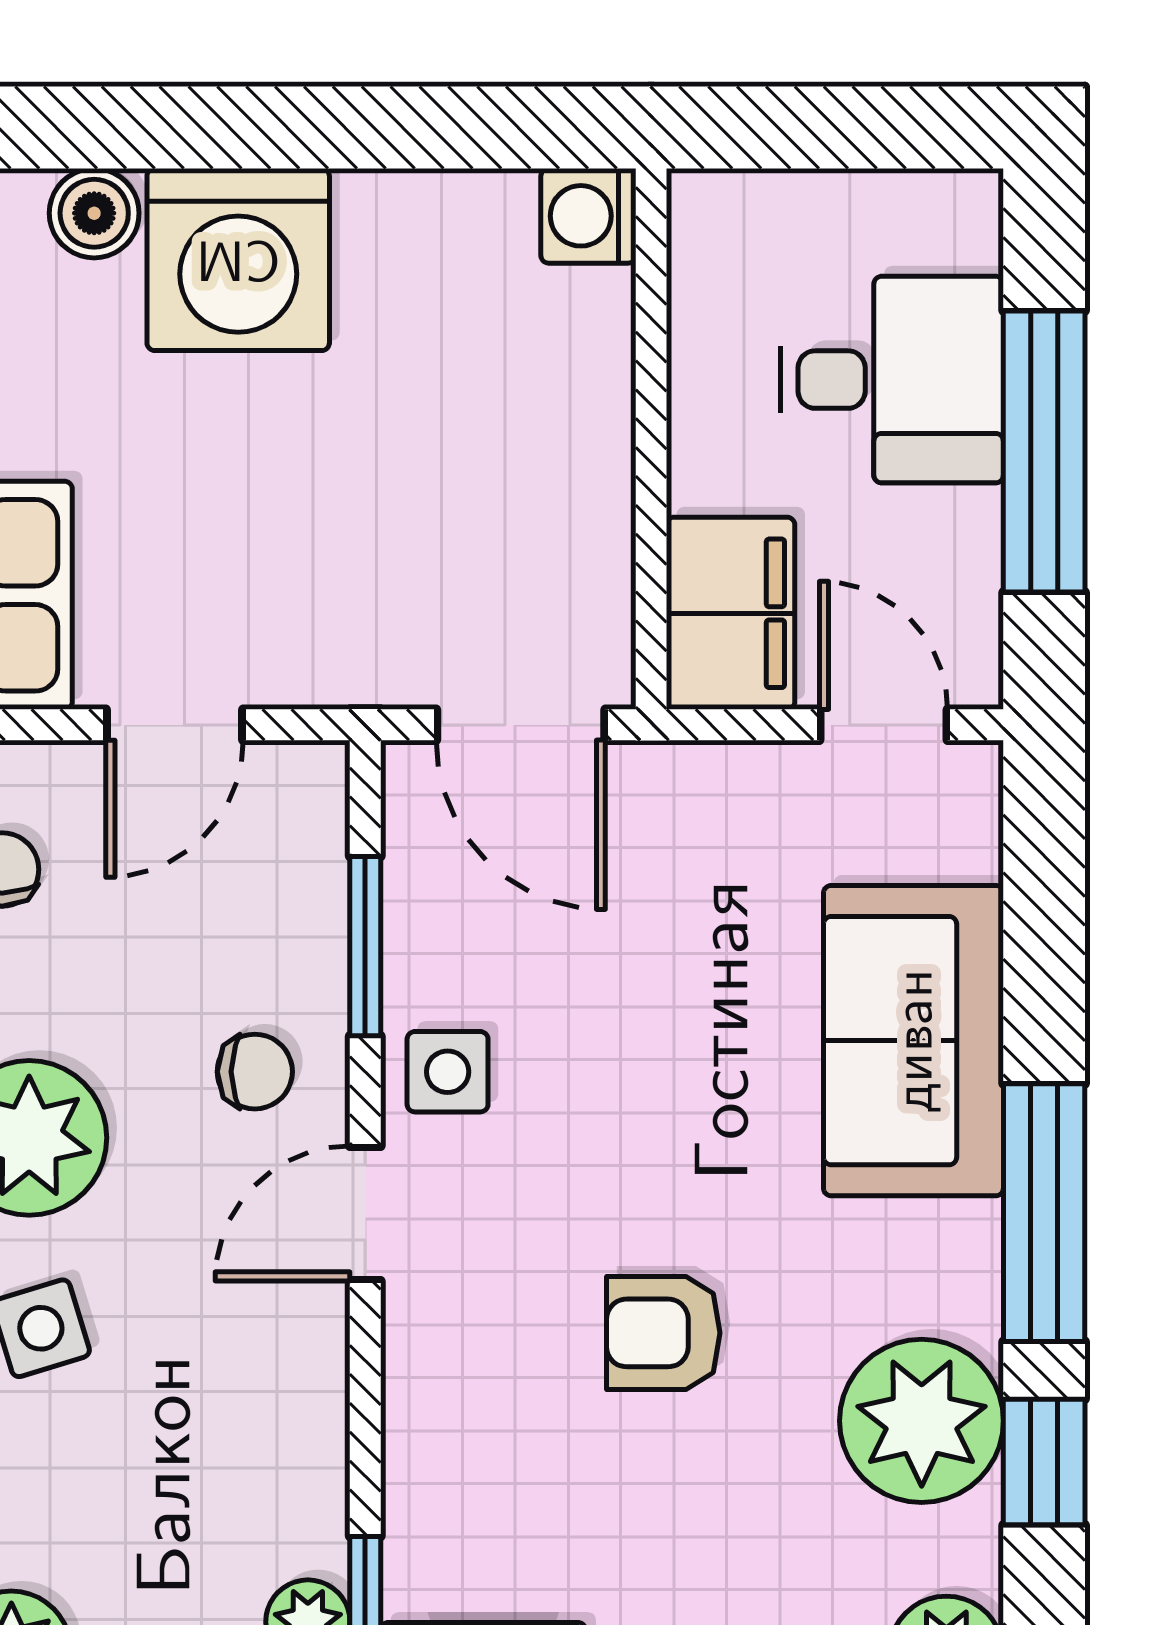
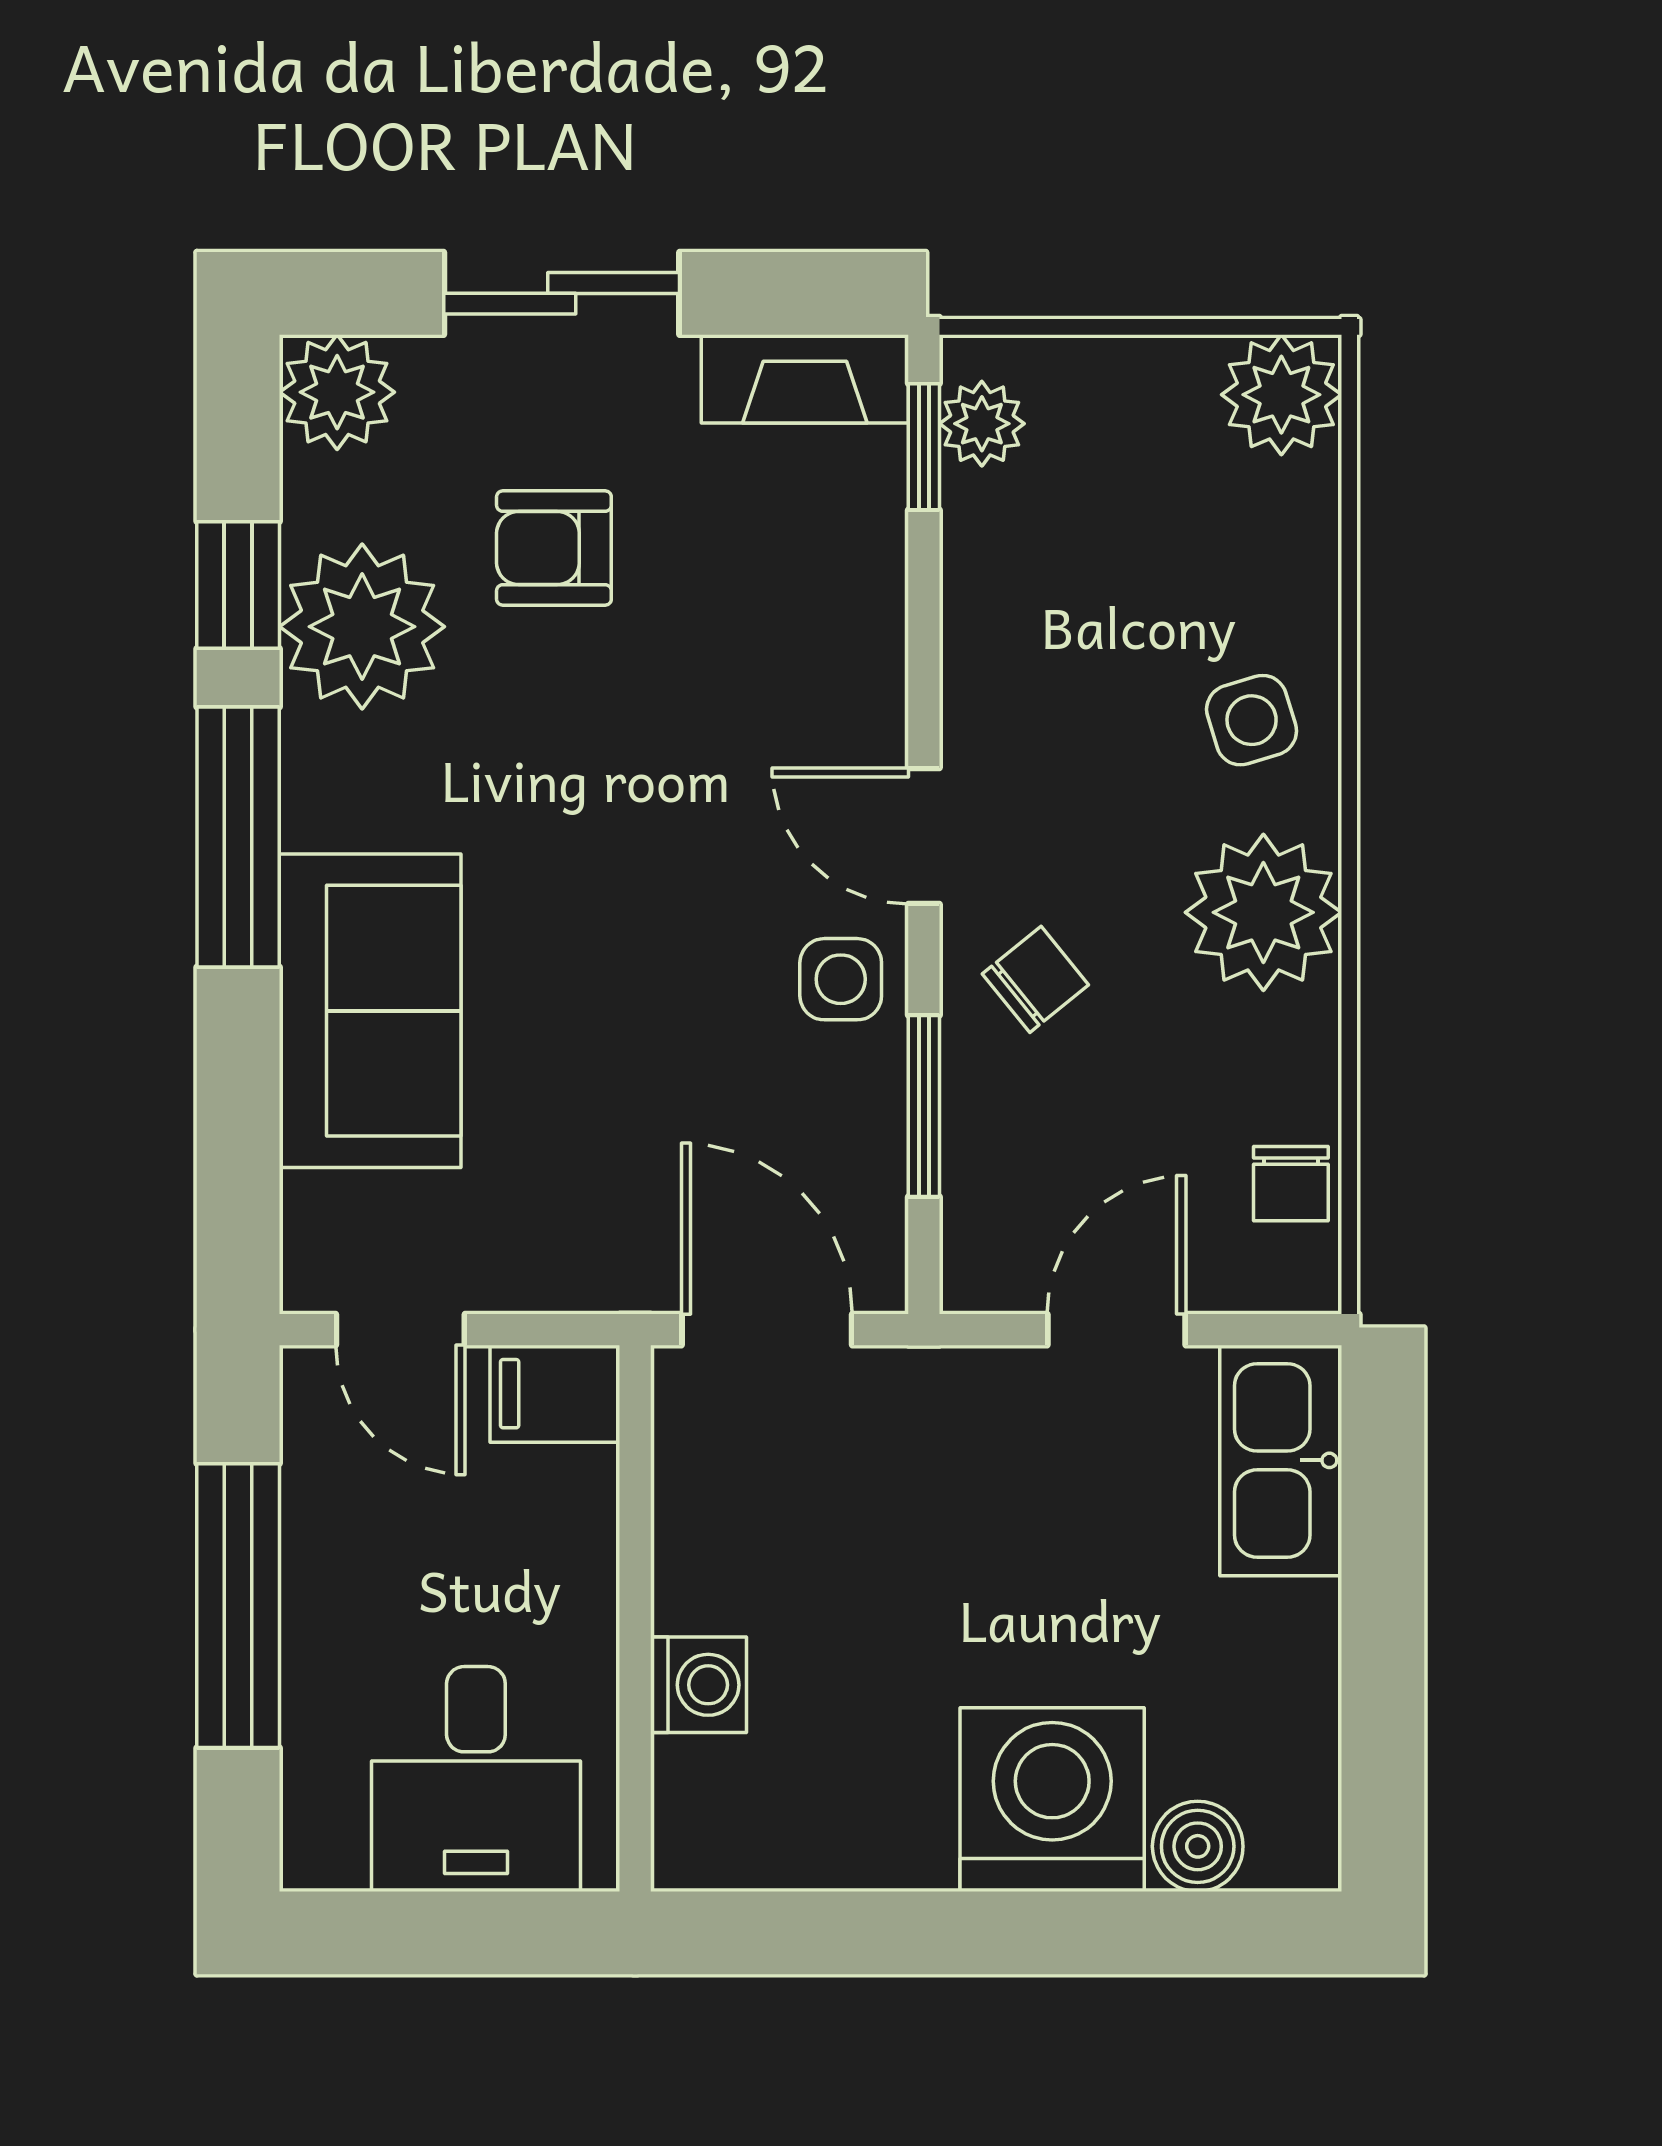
washing machine: (588, 216) -> (699, 1685), moved
desk: (892, 380) -> (476, 1779), moved, turned -90
filing cabinet: (731, 613) -> (555, 1394), width x0.50
chair: (255, 1072) -> (1035, 979), turned 141
door: (365, 1214) -> (924, 836), swing flipped
armchair: (663, 1333) -> (554, 548), moved, turned 180

